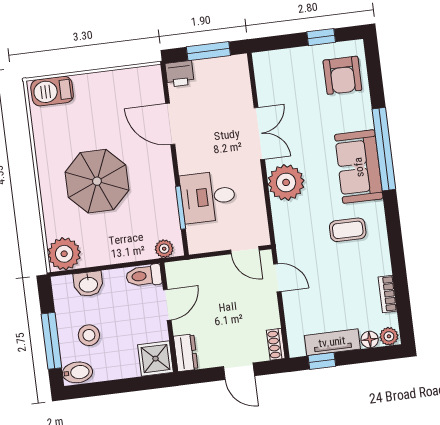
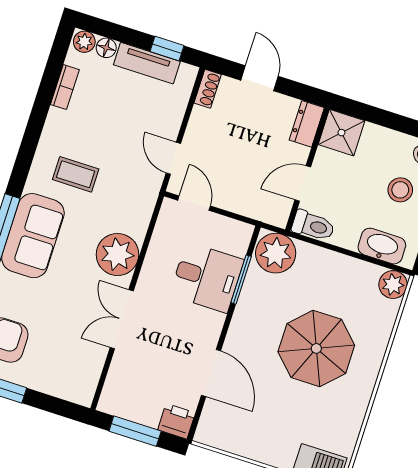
plant: (164, 249) -> (276, 253), width x1.88, depth x1.88
plant: (64, 254) -> (393, 285), width x0.73, depth x0.73
washbasin: (88, 284) -> (382, 246), width x1.38

